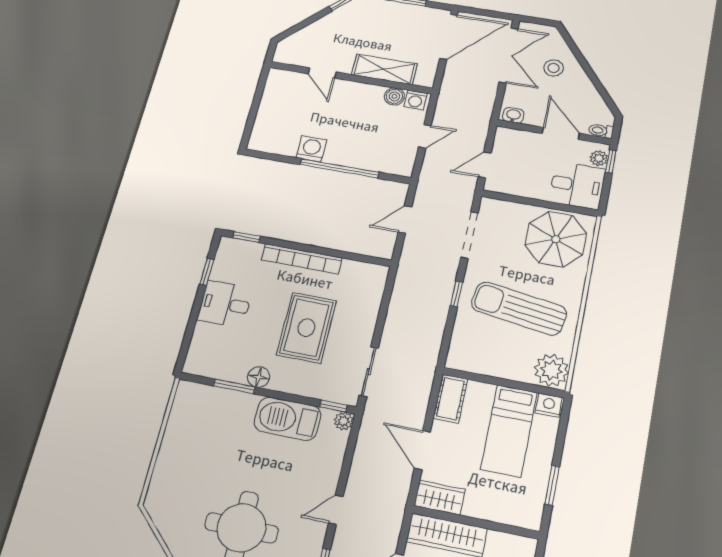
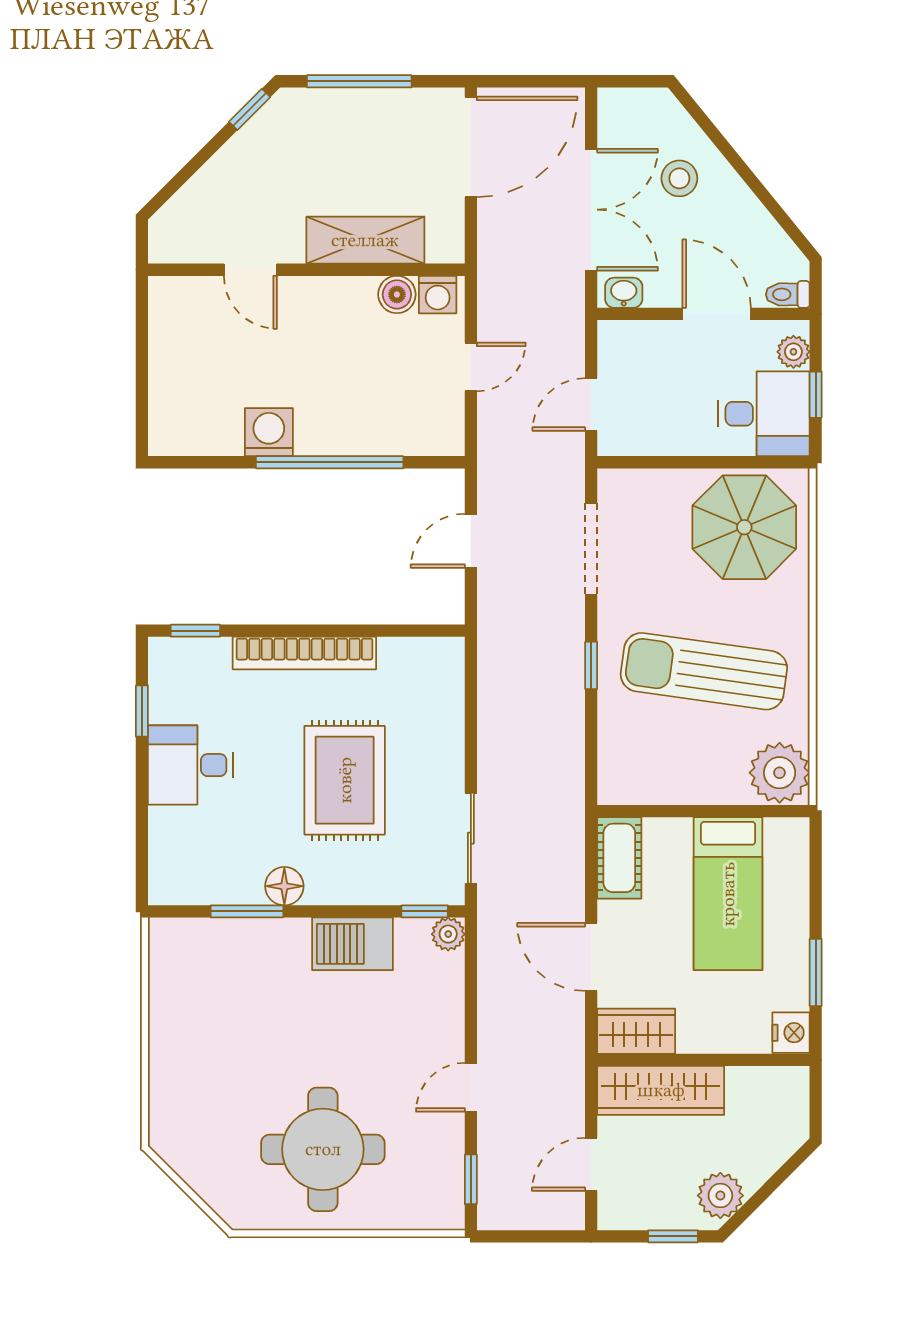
double door: (509, 55) -> (591, 210), moved
window: (611, 162) -> (816, 395), moved
nightstand: (549, 405) -> (791, 1033), moved, turned 90
barbecue: (288, 419) -> (352, 944), width x0.73, depth x0.83

